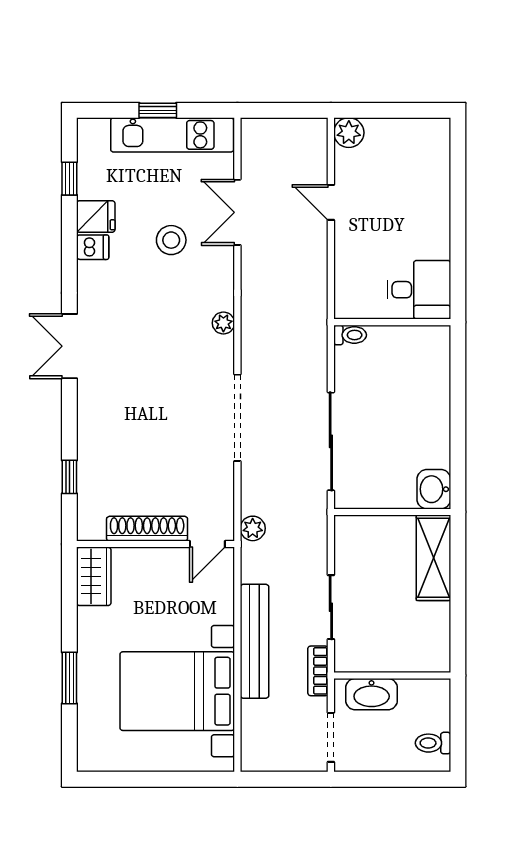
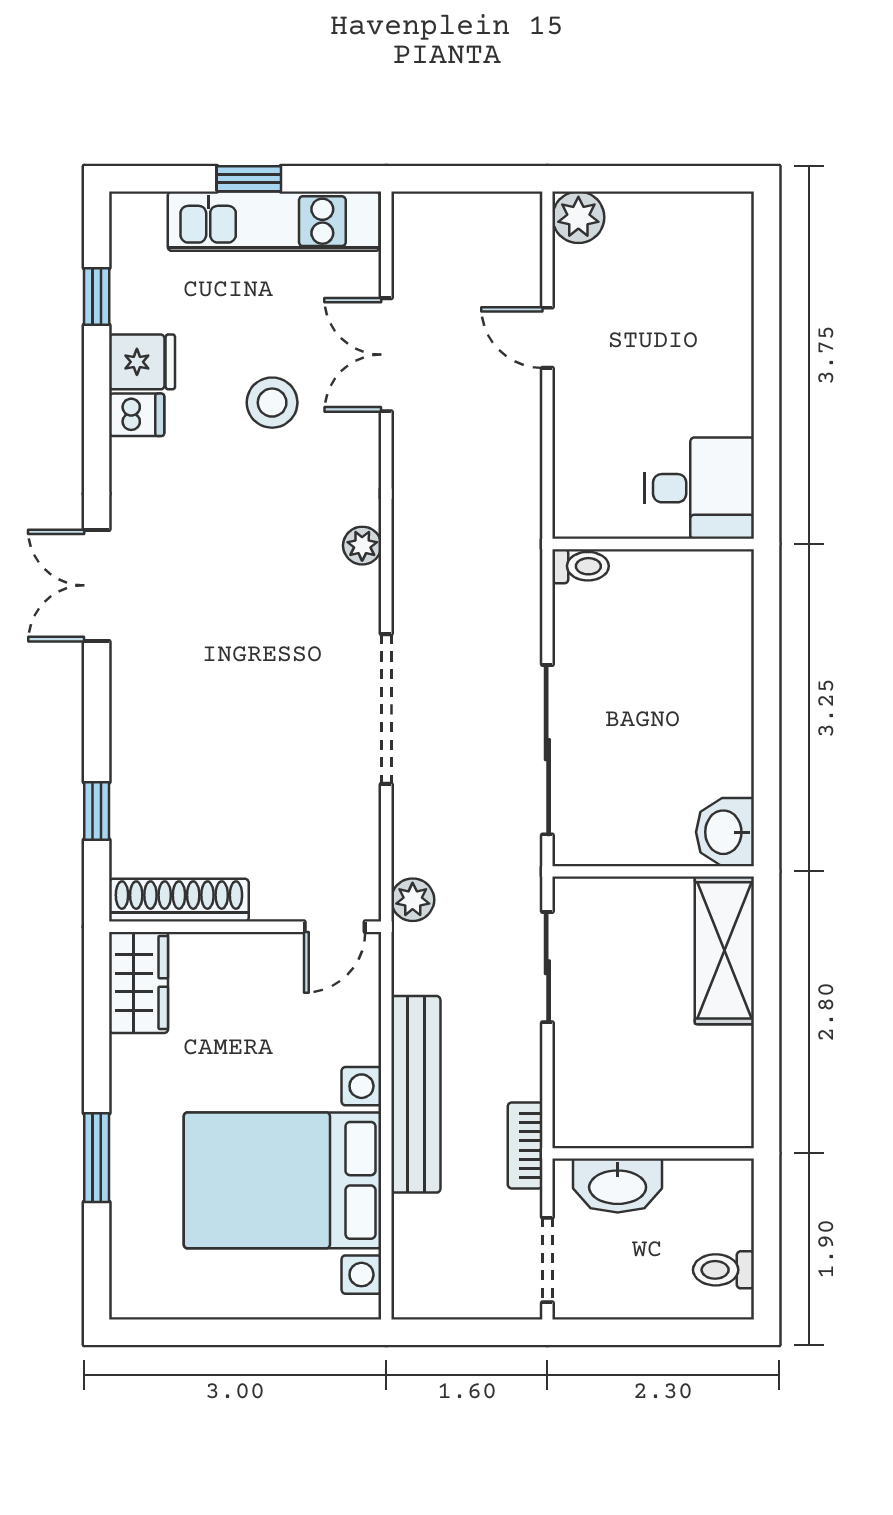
shoe rack: (147, 529) -> (179, 900), moved
sliding door: (331, 607) -> (547, 967), moved

